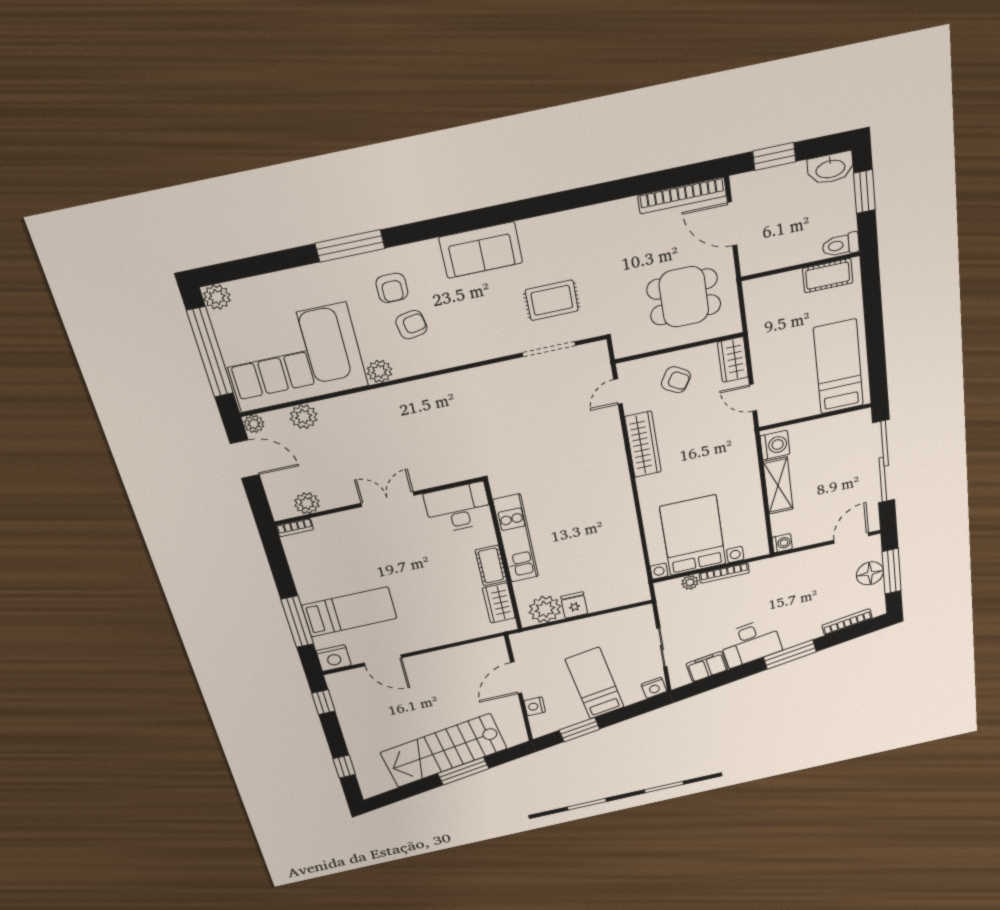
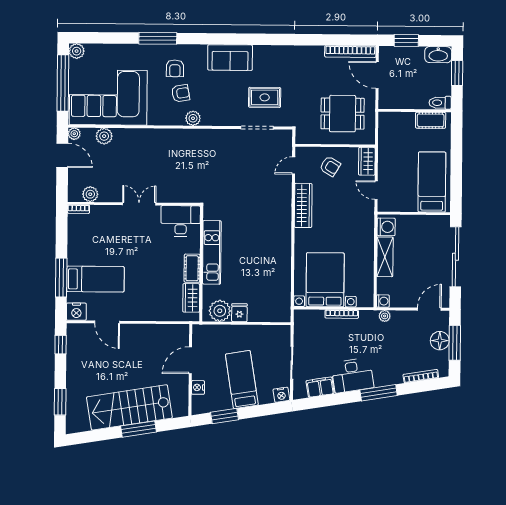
plant: (379, 371) -> (193, 118), moved
plant: (690, 582) -> (385, 316), moved
window: (344, 767) -> (60, 402), width x1.50

